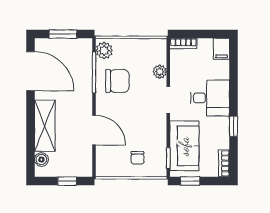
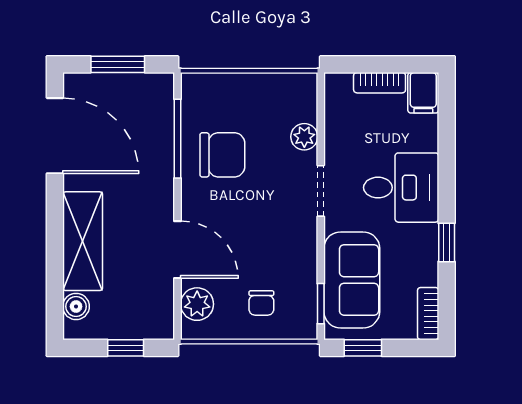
bookcase: (183, 44) -> (380, 83), moved
plant: (104, 50) -> (197, 304), moved

